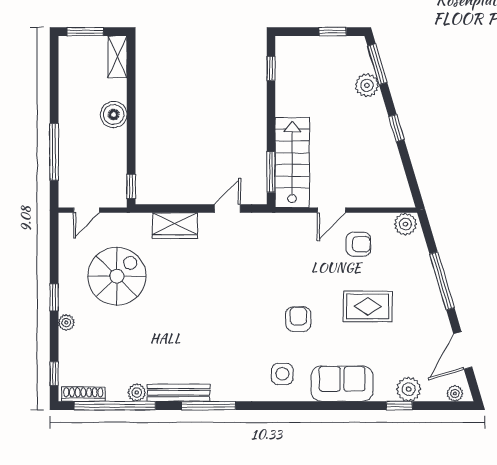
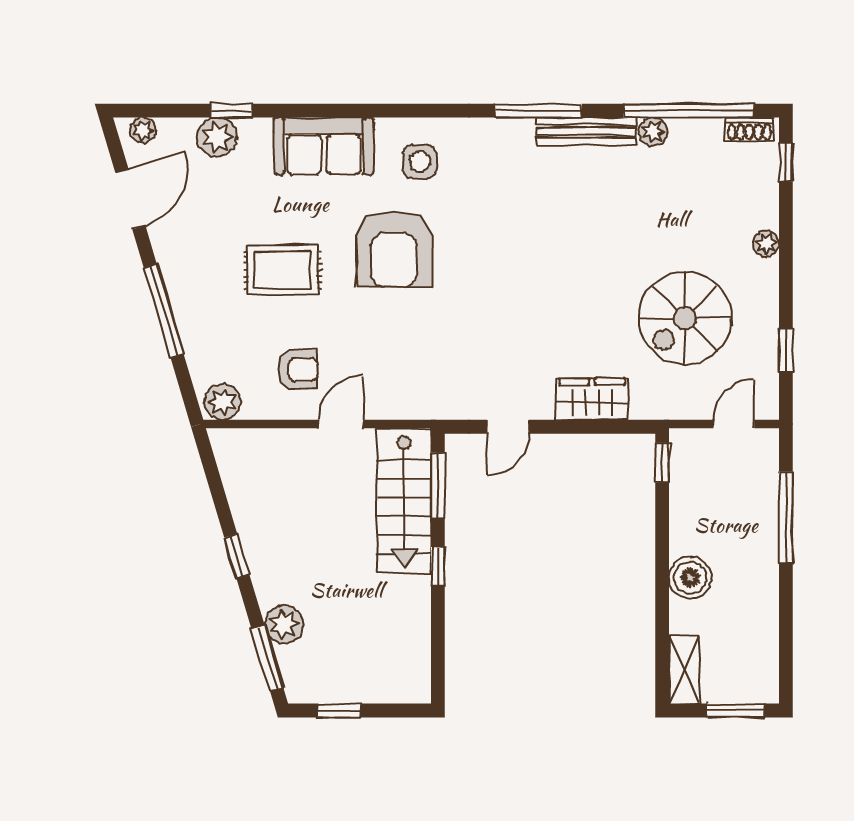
window: (271, 68) -> (438, 566), moved
armchair: (358, 244) -> (298, 370), turned 180
window: (54, 297) -> (786, 350), moved
armchair: (298, 319) -> (394, 250), width x1.88, depth x1.88
shoe rack: (83, 394) -> (749, 129), width x0.70

